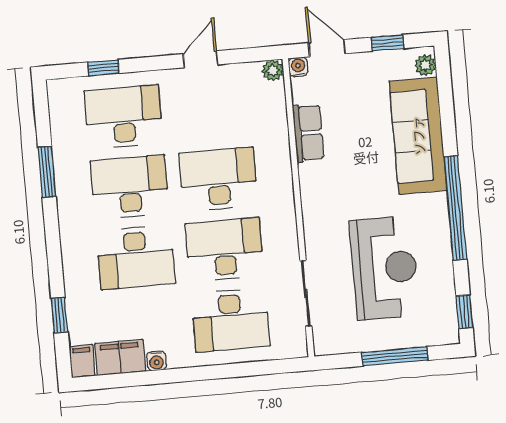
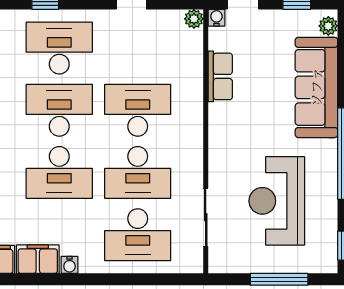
desk: (224, 250) -> (138, 172), turned 180
reception desk: (384, 268) -> (277, 201), turned 180

